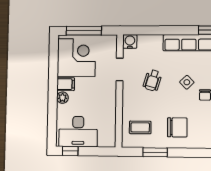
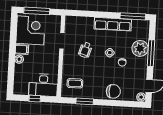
water cooler: (130, 42) -> (70, 21), removed
chair: (177, 127) -> (113, 91), moved
desk: (78, 132) -> (43, 85), moved
window: (70, 151) -> (35, 99), moved

